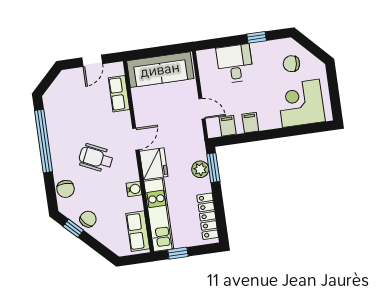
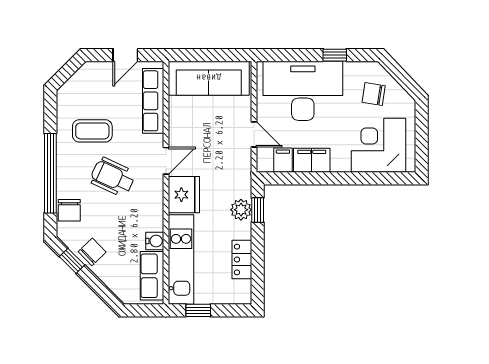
desk: (235, 64) -> (303, 91), width x1.87, depth x1.30
row of seats: (119, 94) -> (153, 101), width x1.48
filing cabinet: (250, 123) -> (312, 160), width x2.00
coffee table: (75, 124) -> (92, 131), added
window: (43, 141) -> (50, 173), moved
window: (213, 168) -> (258, 210), width x0.67
water cooler: (134, 189) -> (155, 241), moved
locker: (208, 216) -> (242, 259), width x0.66

